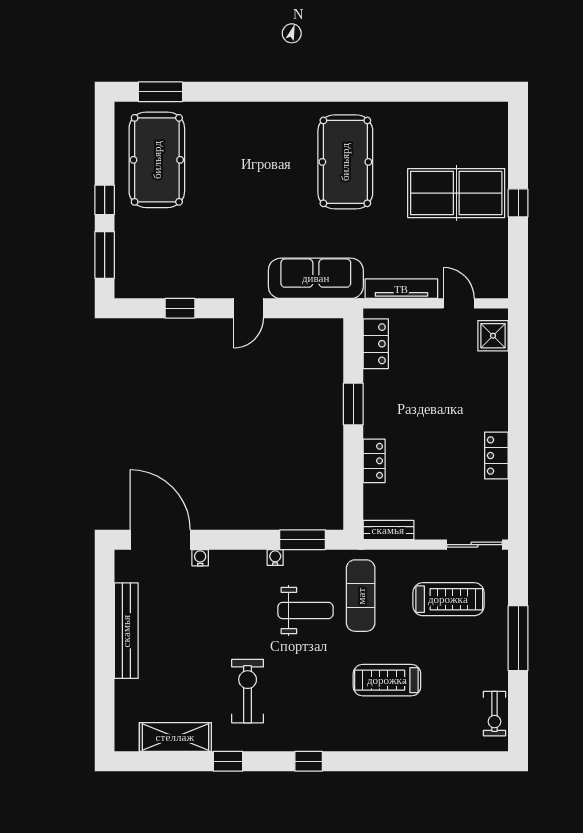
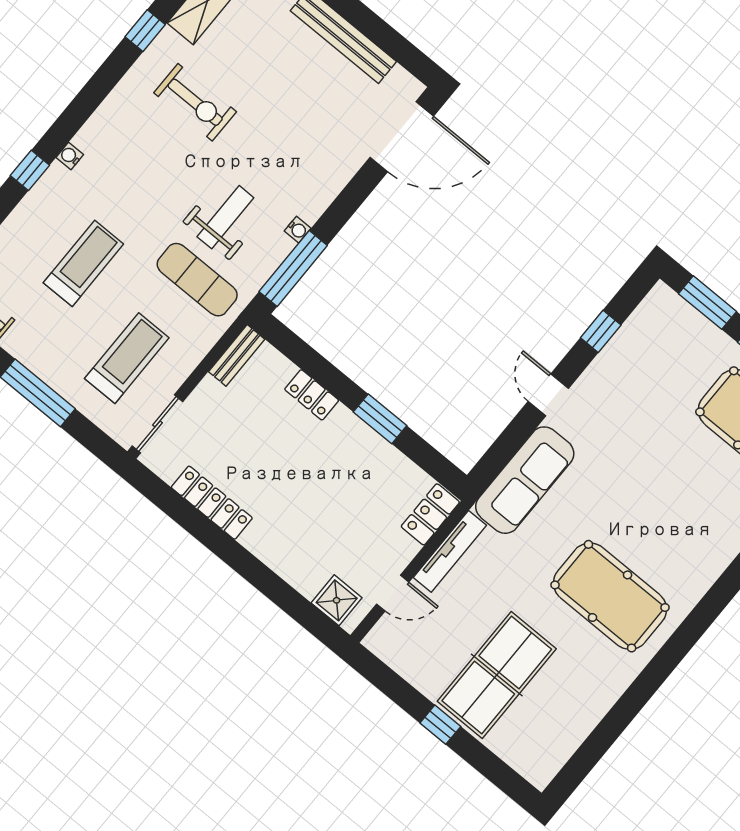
locker: (376, 344) -> (430, 514), moved, turned 90
locker: (496, 456) -> (212, 503), width x1.53
window: (303, 540) -> (293, 269), width x1.44
water cooler: (200, 558) -> (70, 156), moved, turned 180
treadmill: (448, 599) -> (127, 358), turned 180
weight bench: (305, 611) -> (225, 217), turned 180
treadmill: (387, 680) -> (83, 263), moved
window: (309, 761) -> (30, 170), moved

